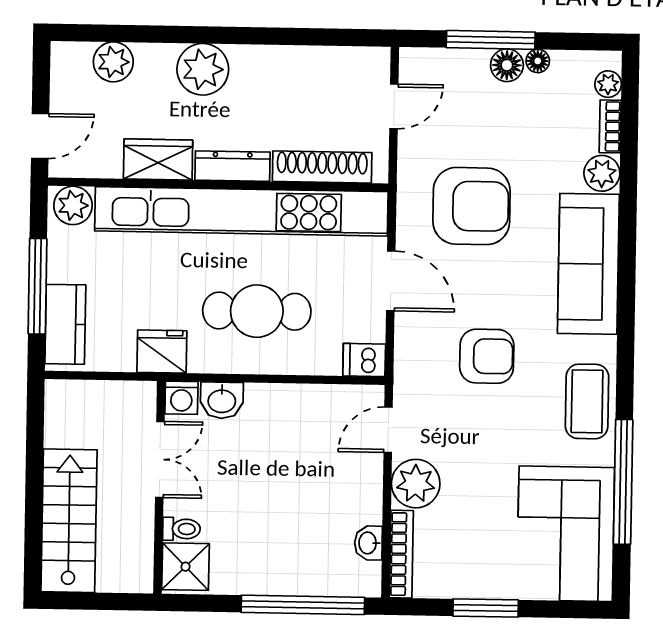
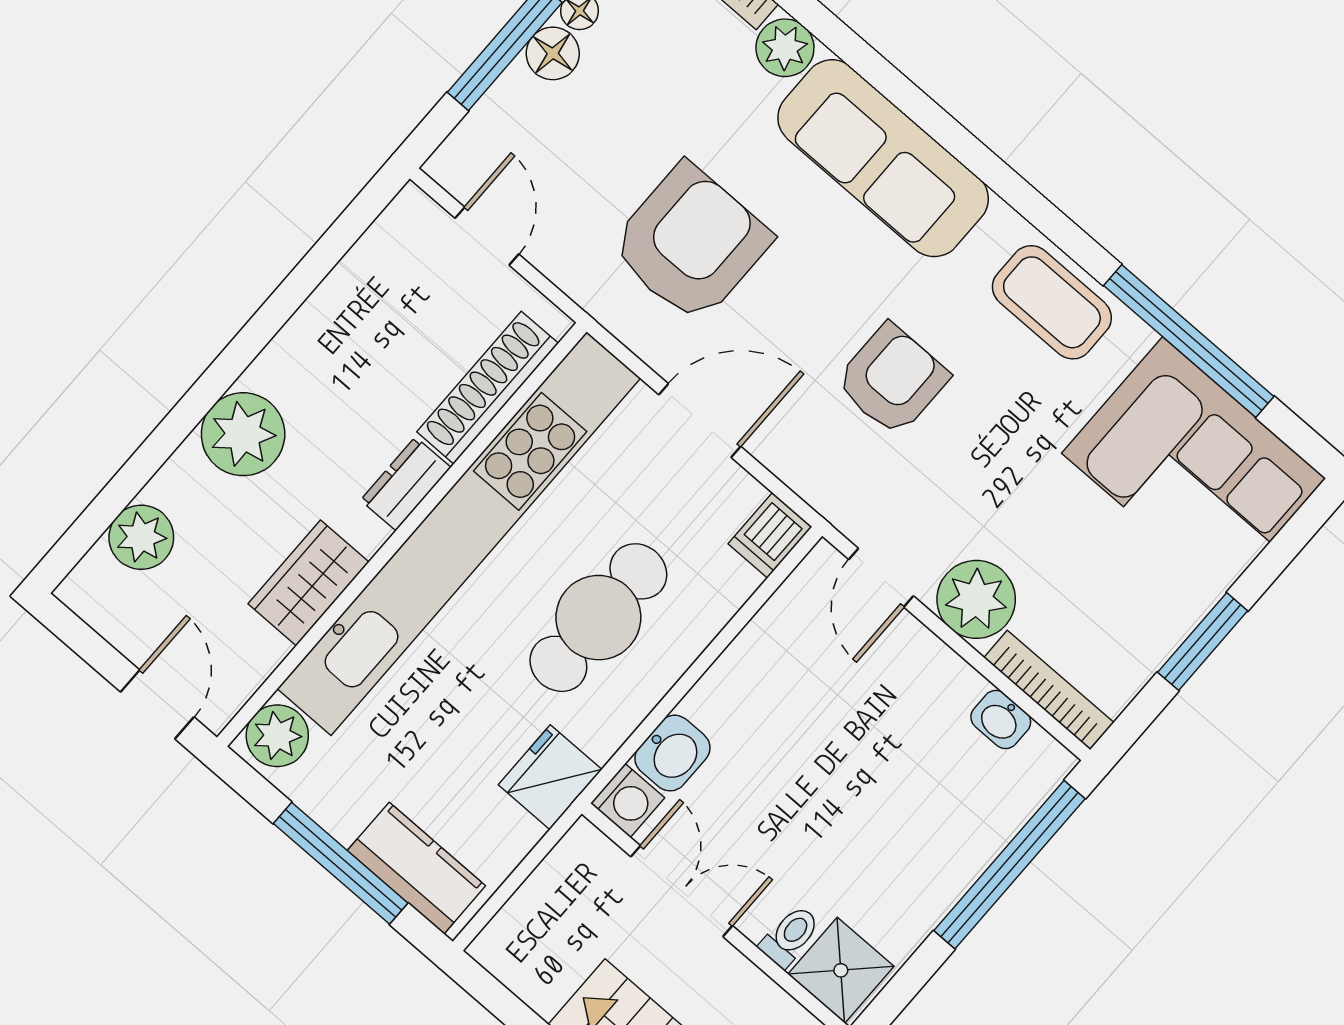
dresser: (232, 166) -> (406, 484), width x0.70

